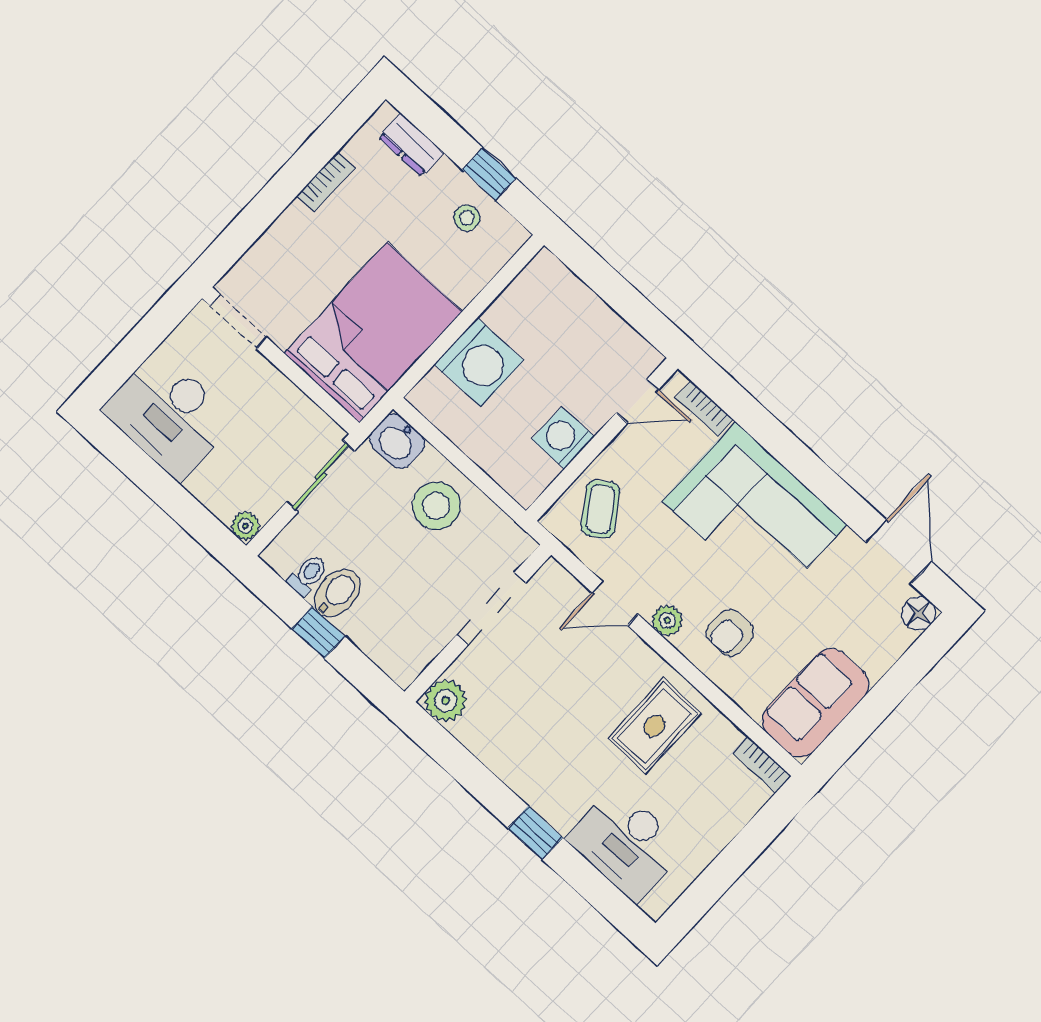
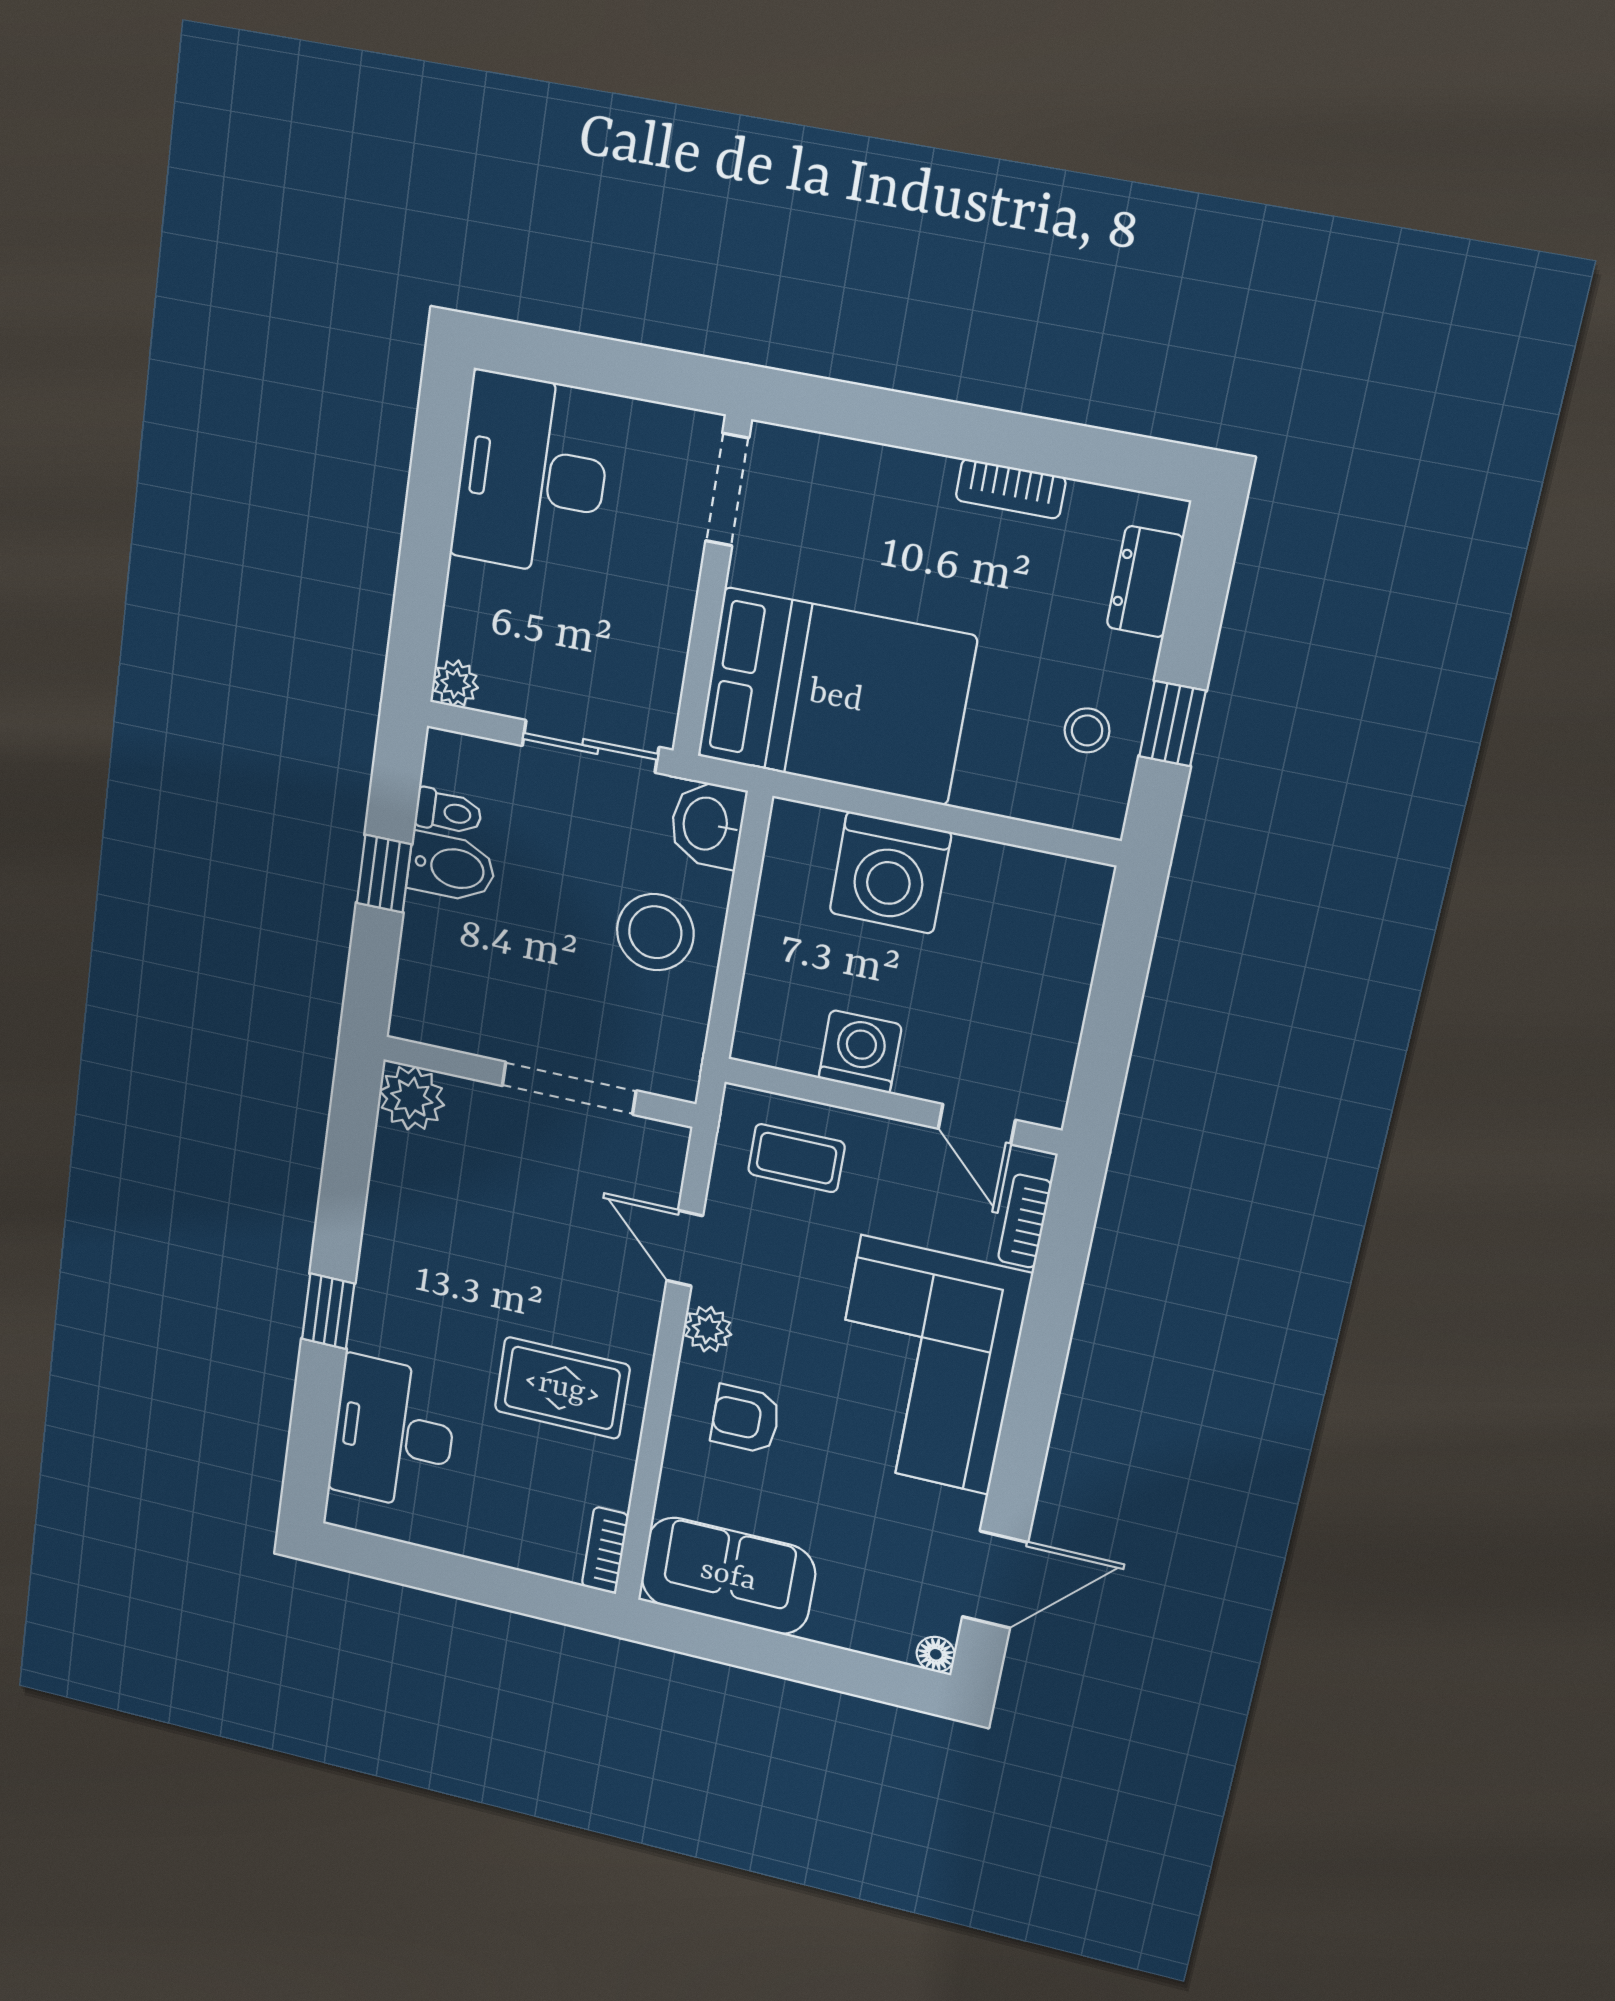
coffee table: (601, 509) -> (796, 1158), turned 35
floor lamp: (919, 613) -> (936, 1654), width x0.73, depth x0.73

